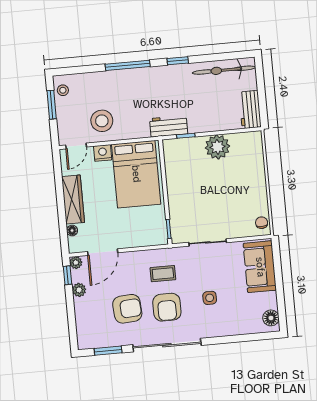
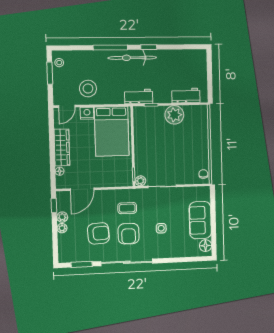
bicycle: (224, 70) -> (132, 58), moved
workbench: (250, 110) -> (186, 95), moved, turned 90
plant: (178, 237) -> (140, 181), added
plant: (76, 263) -> (62, 228), moved
sofa: (260, 267) -> (200, 220), moved

